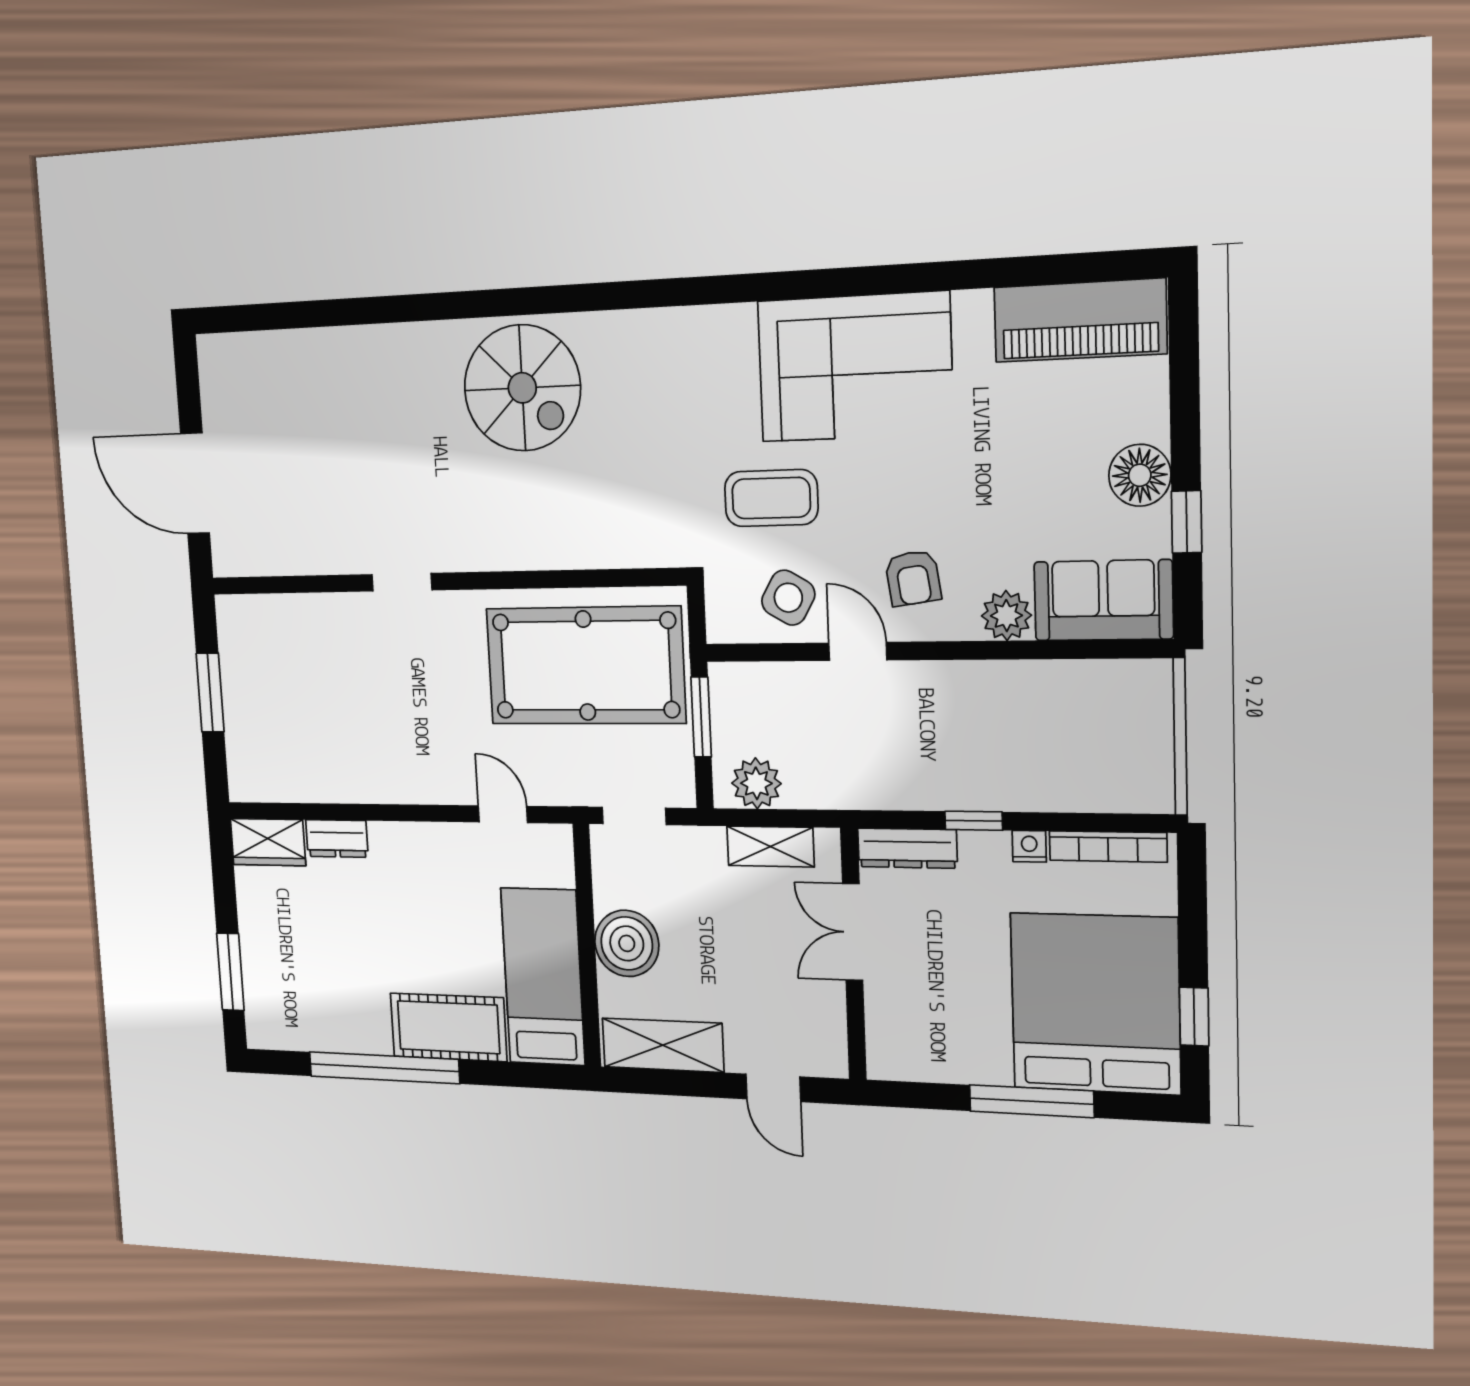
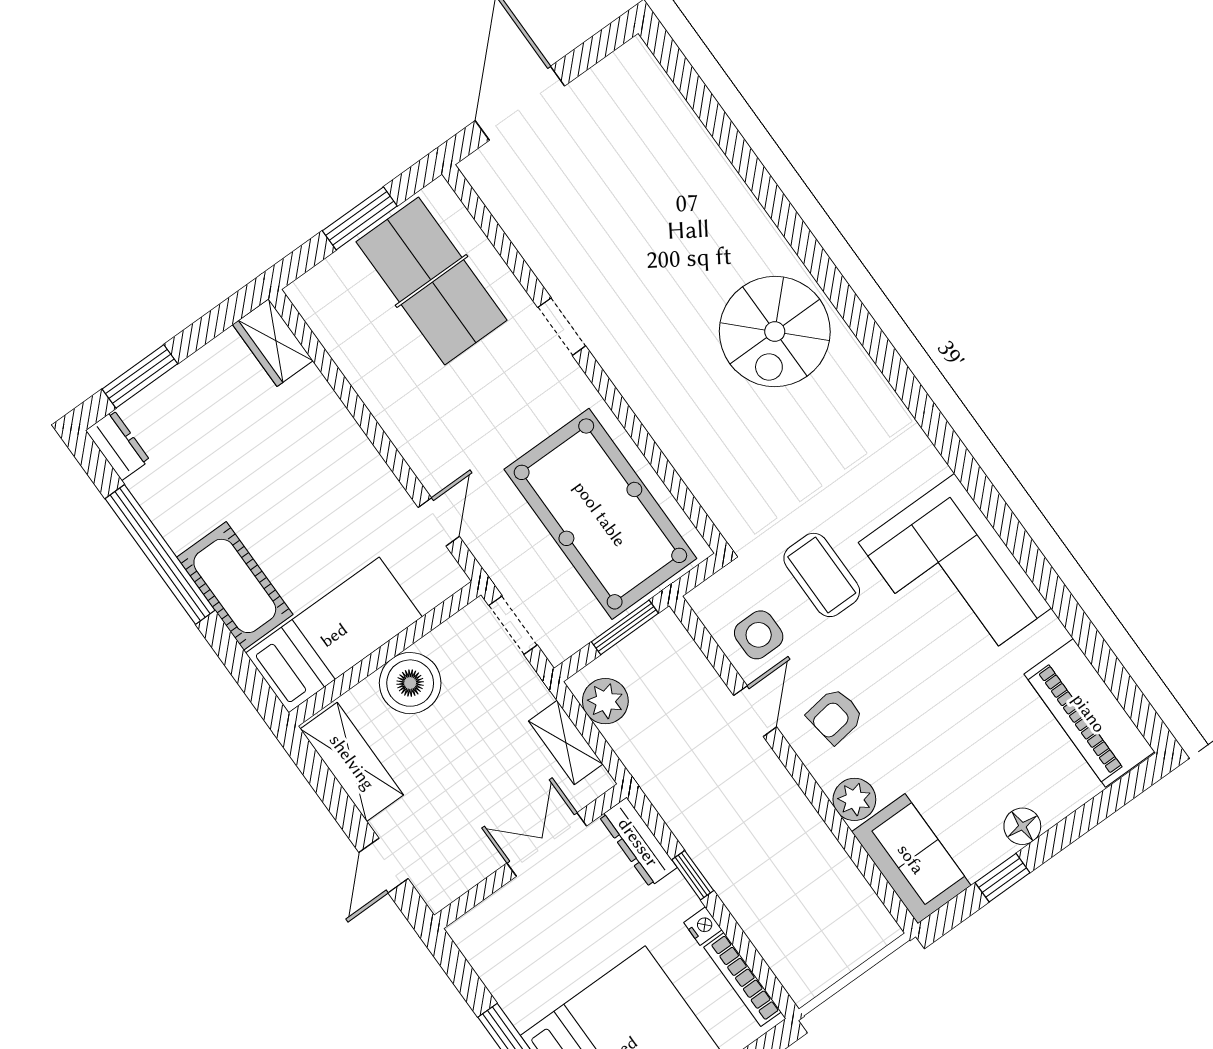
floor lamp: (1140, 475) -> (1022, 826), width x0.73, depth x0.73
side table: (788, 598) -> (759, 635), turned -30
table tennis table: (297, 669) -> (432, 281), added
dresser: (337, 839) -> (118, 445), moved, turned 180

